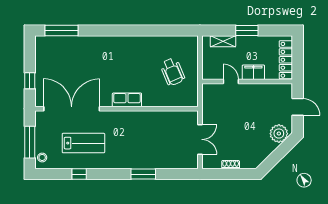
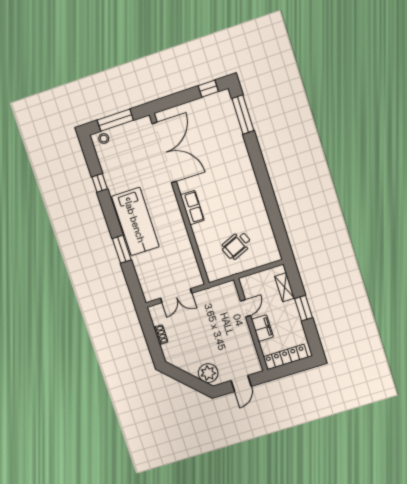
window: (30, 81) -> (208, 89), moved
lab bench: (83, 143) -> (135, 222), moved, width x1.36, depth x1.39

